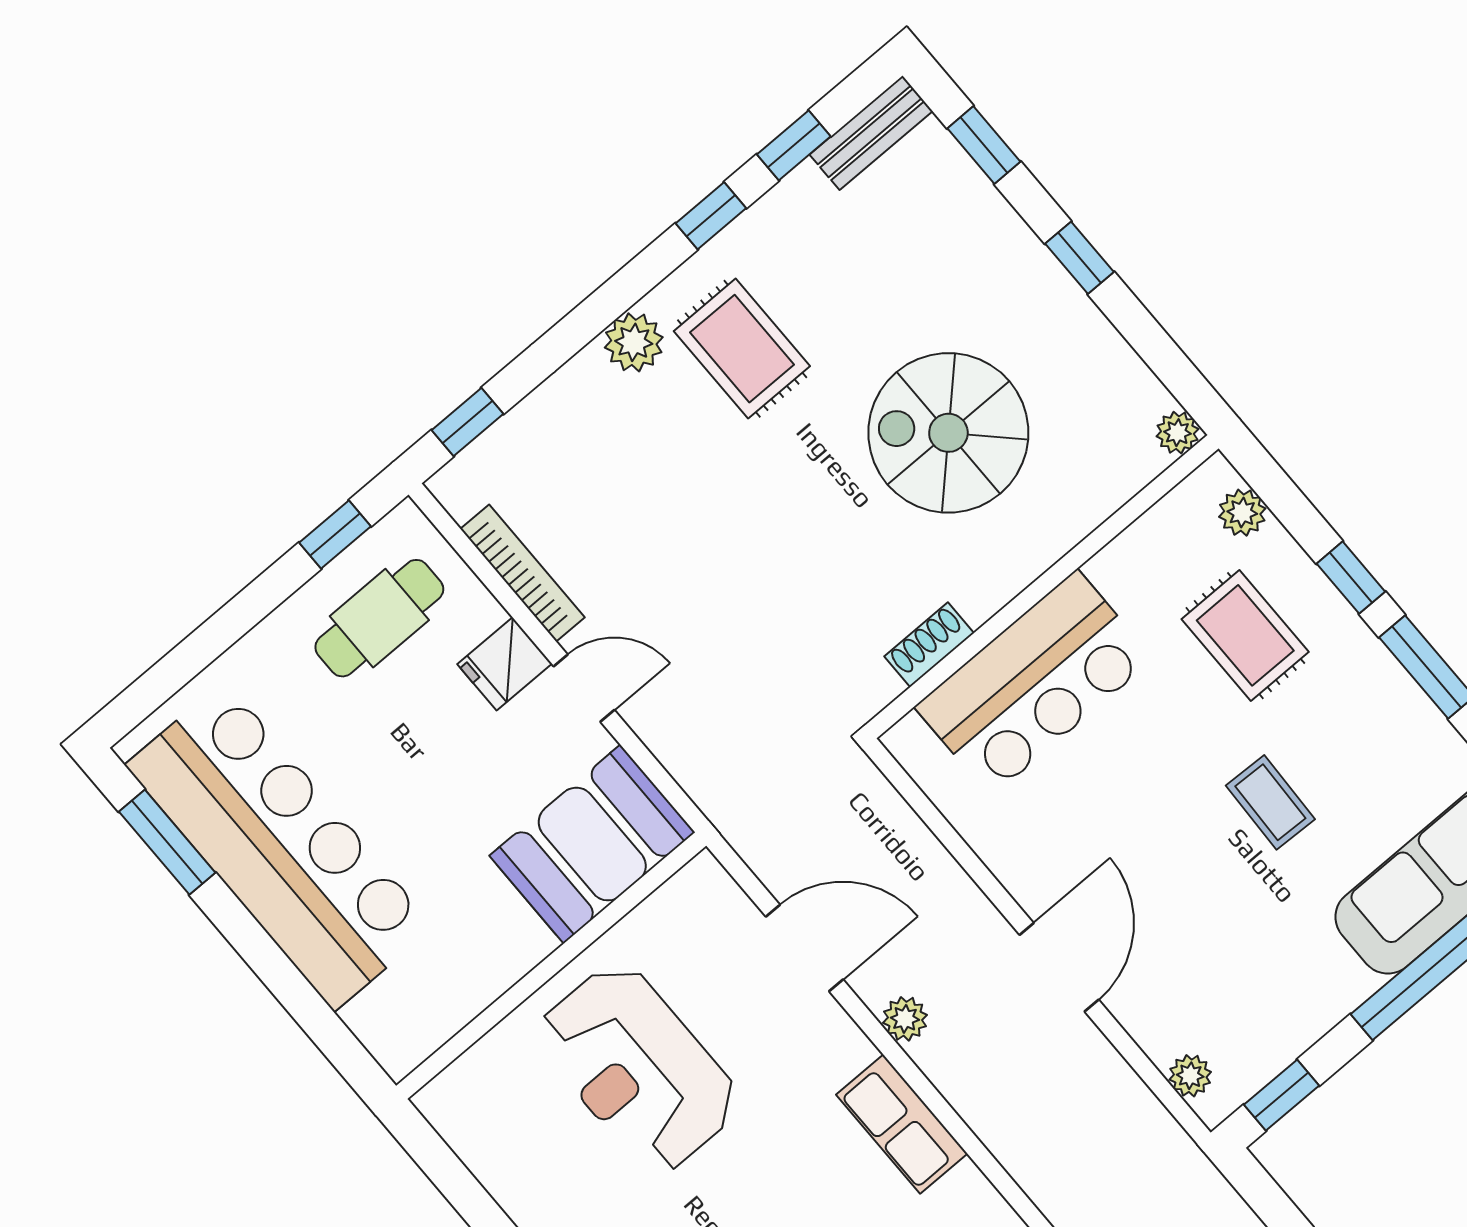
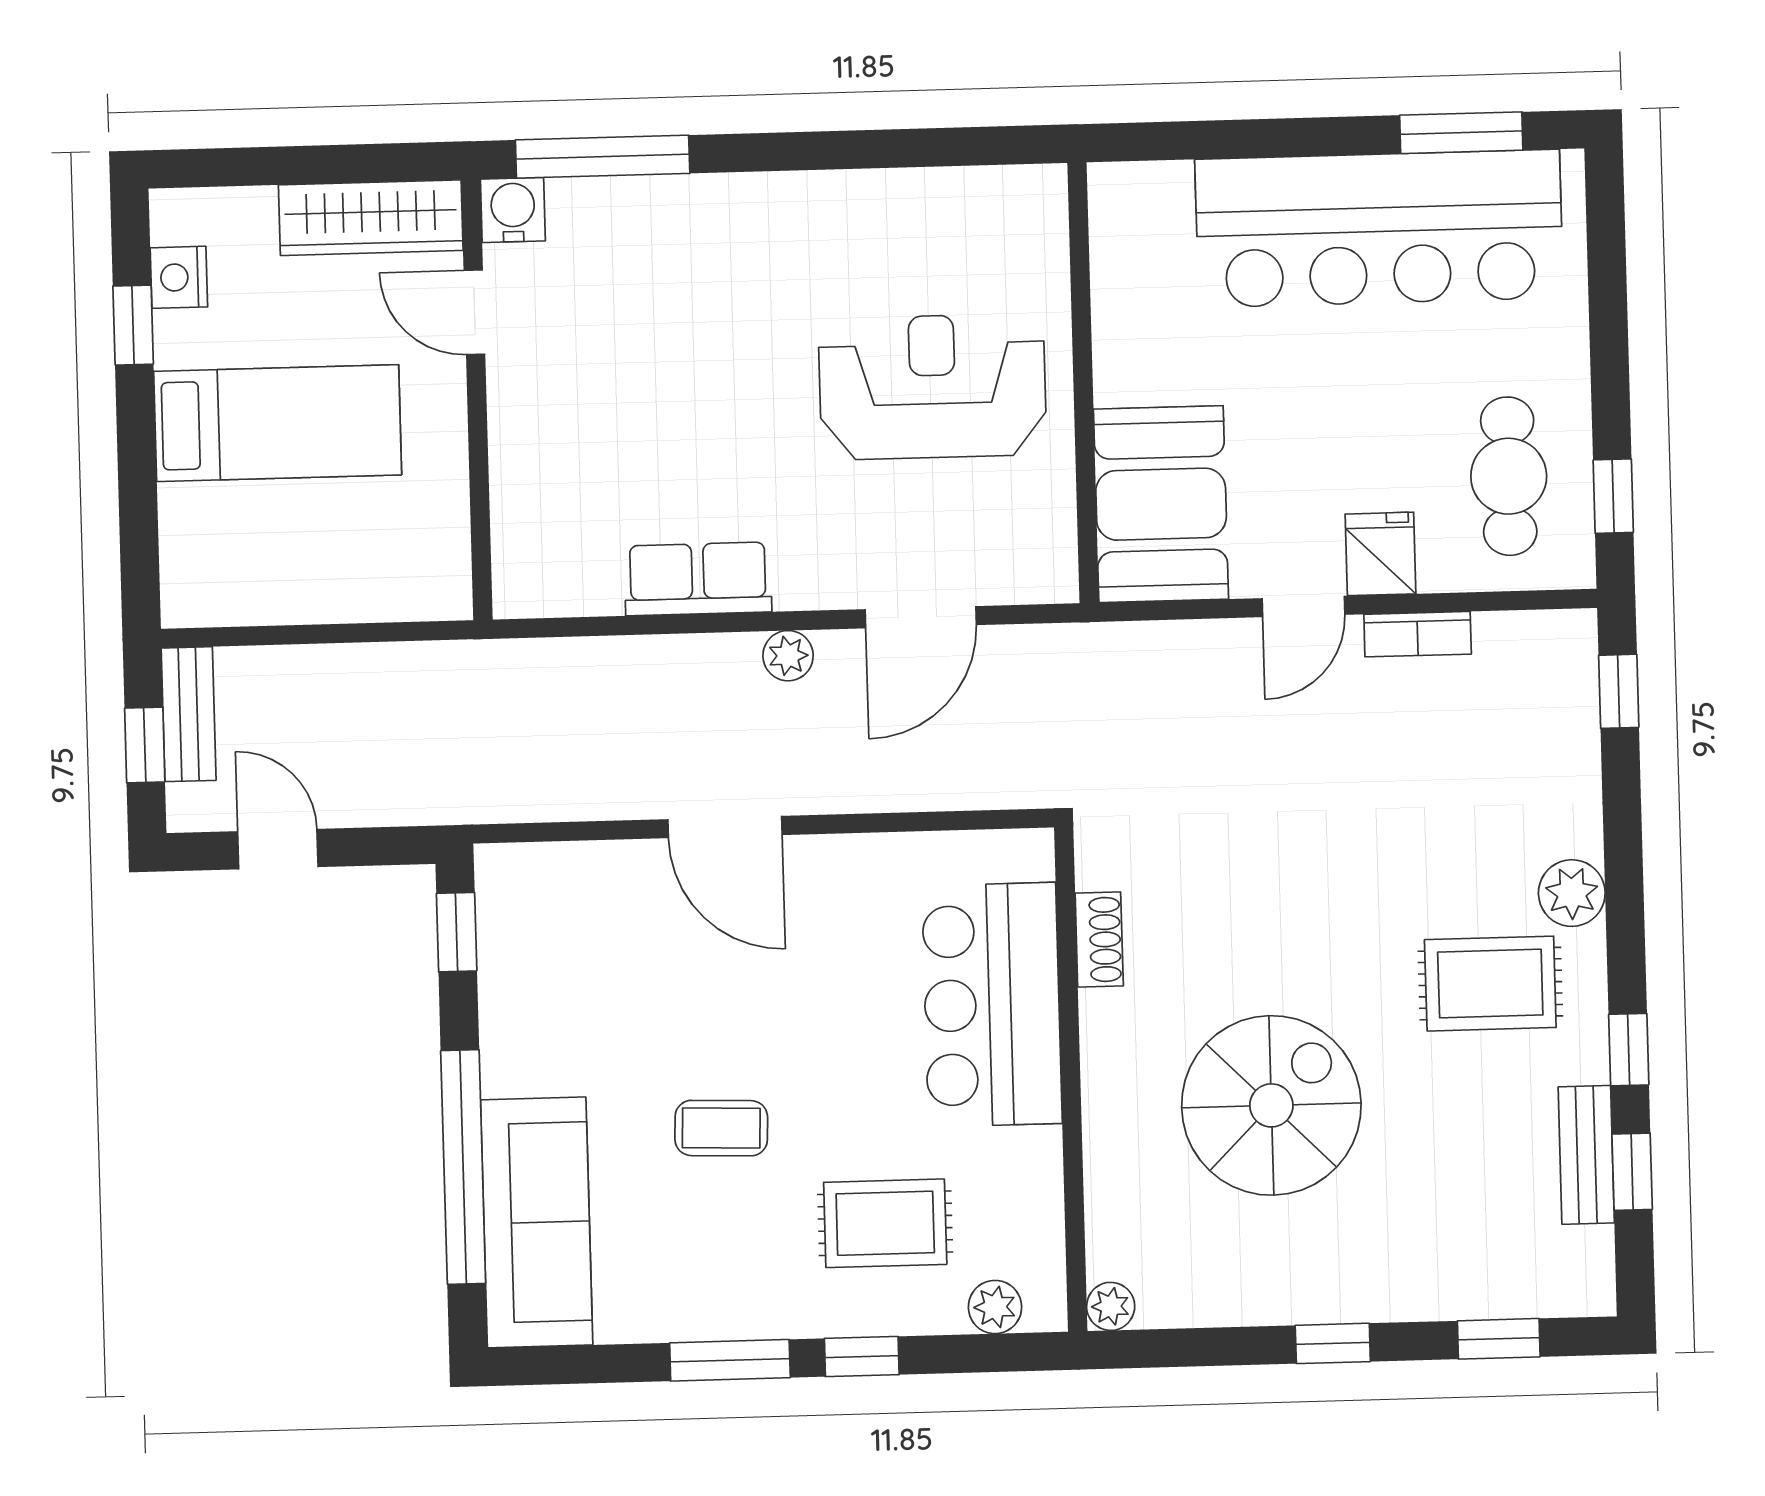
bench: (871, 133) -> (1586, 1155), moved
bookcase: (523, 573) -> (1418, 634), width x0.64
plant: (1190, 1076) -> (538, 866), removed

